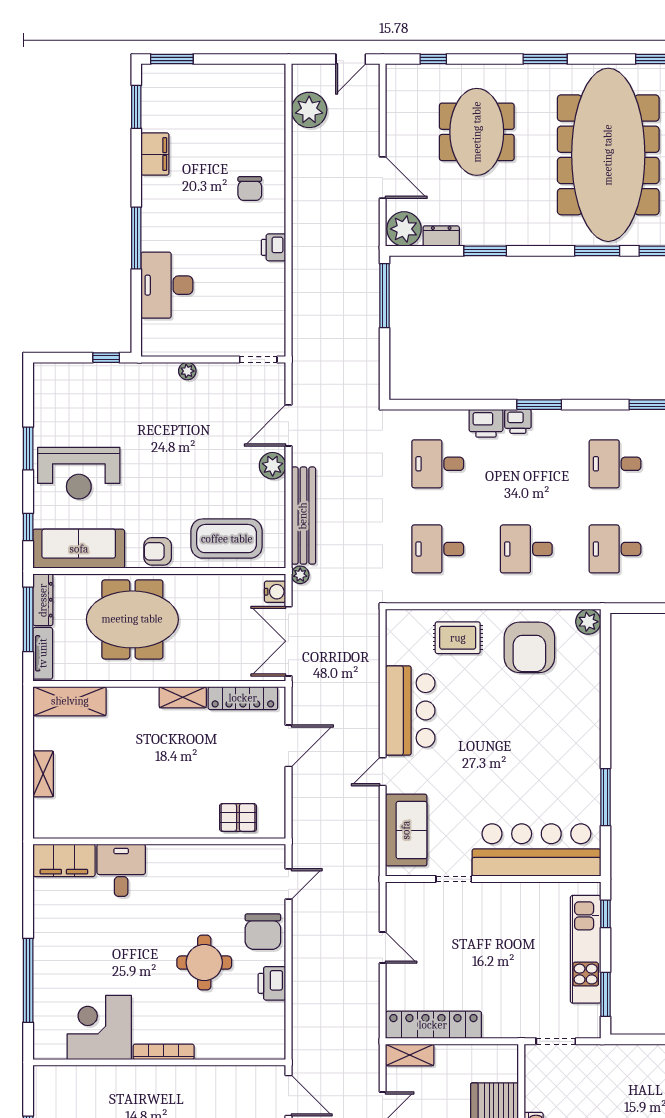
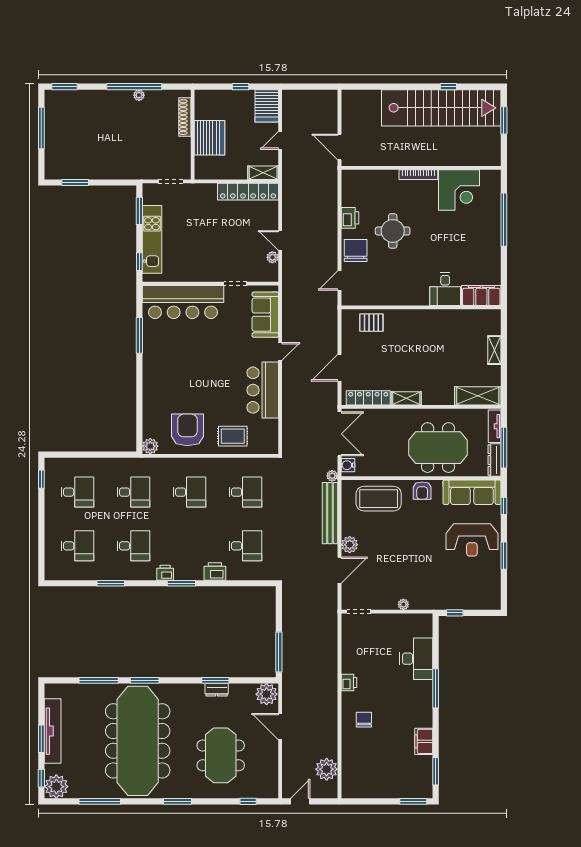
dresser: (441, 236) -> (217, 690), moved
printer: (518, 421) -> (165, 573), moved
reception desk: (79, 473) -> (472, 540), turned 180
armchair: (158, 551) -> (422, 491), turned 90
plant: (395, 921) -> (272, 257), added

